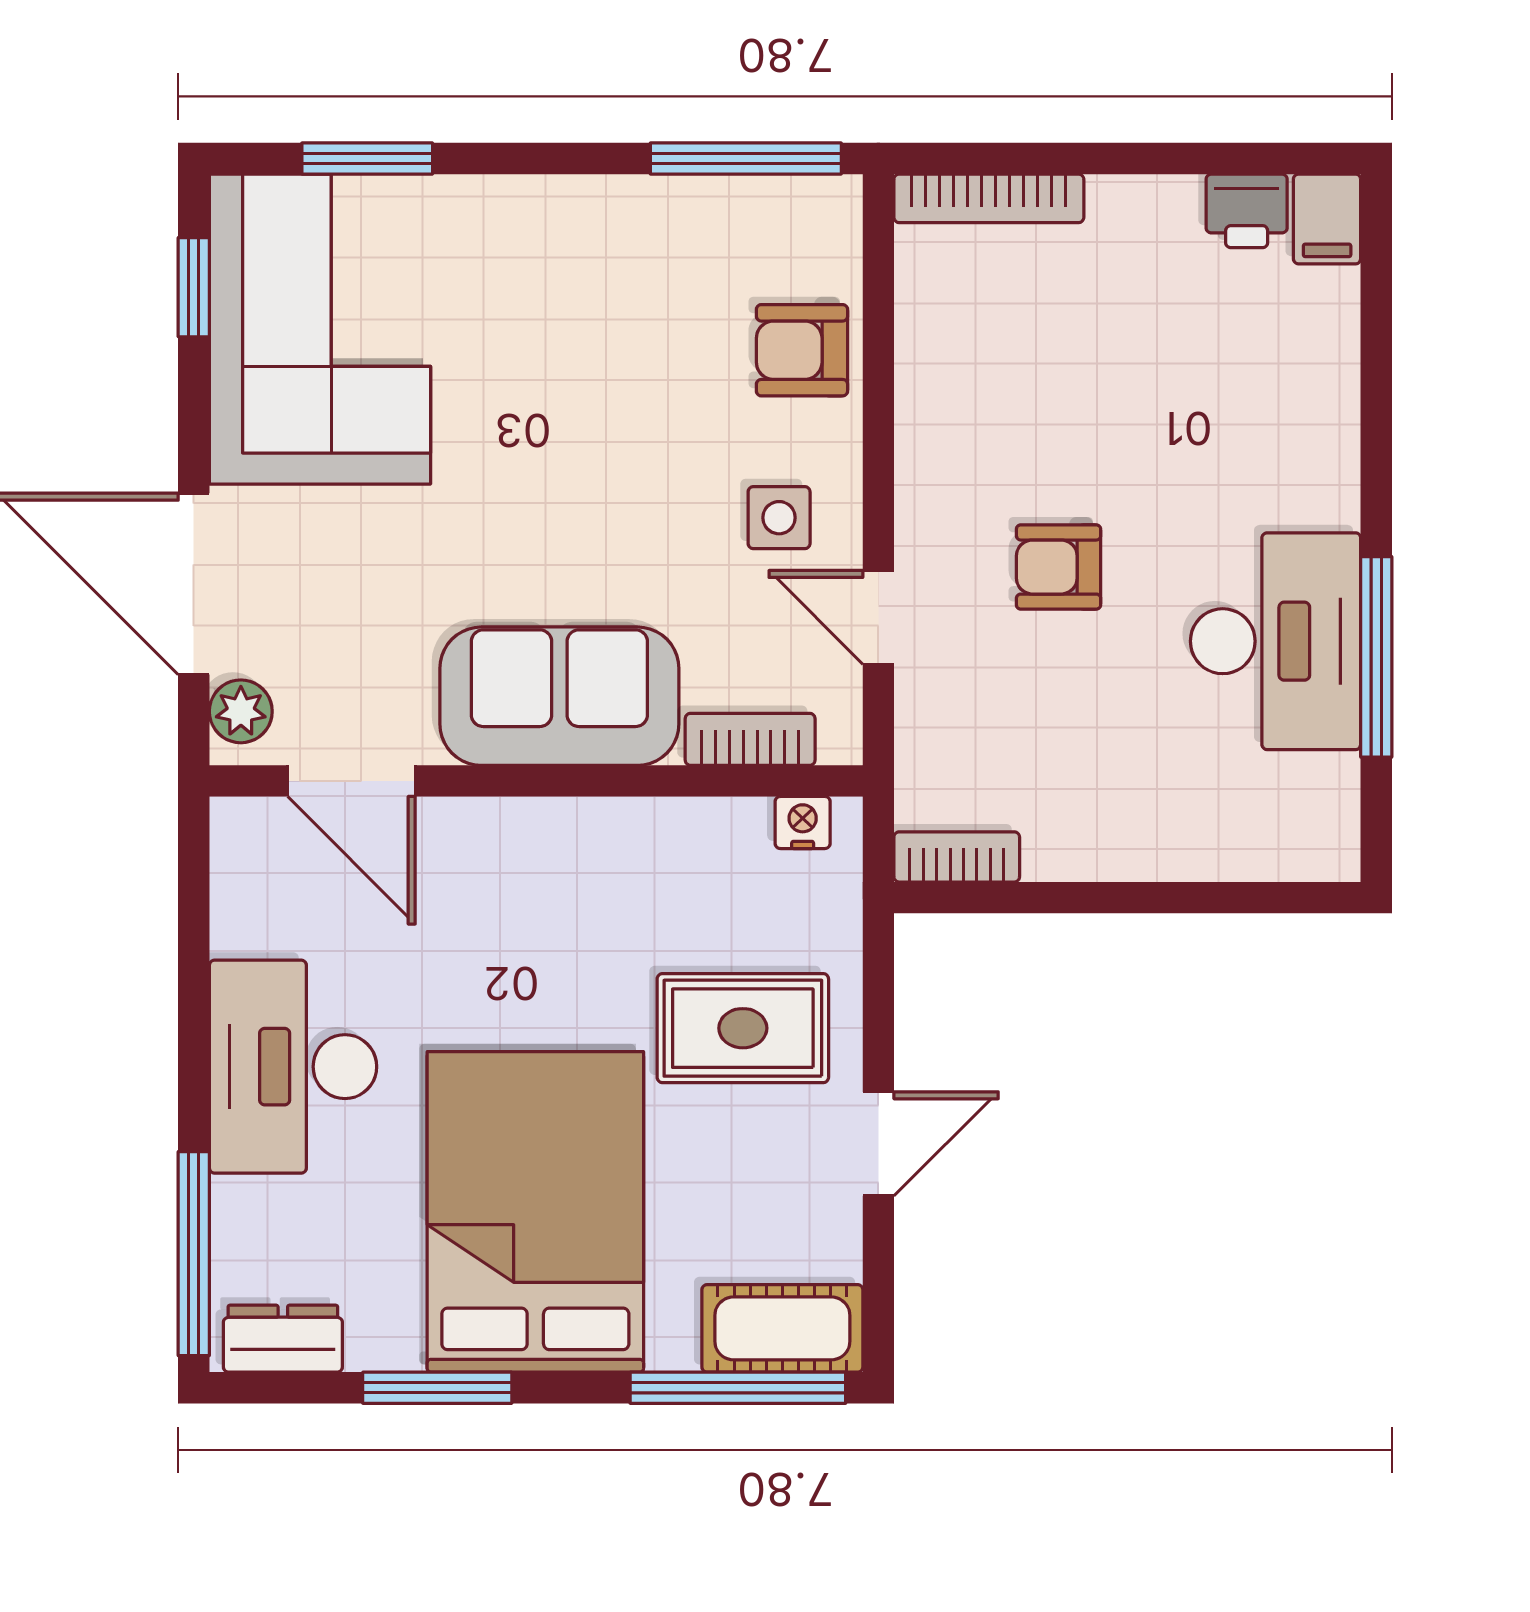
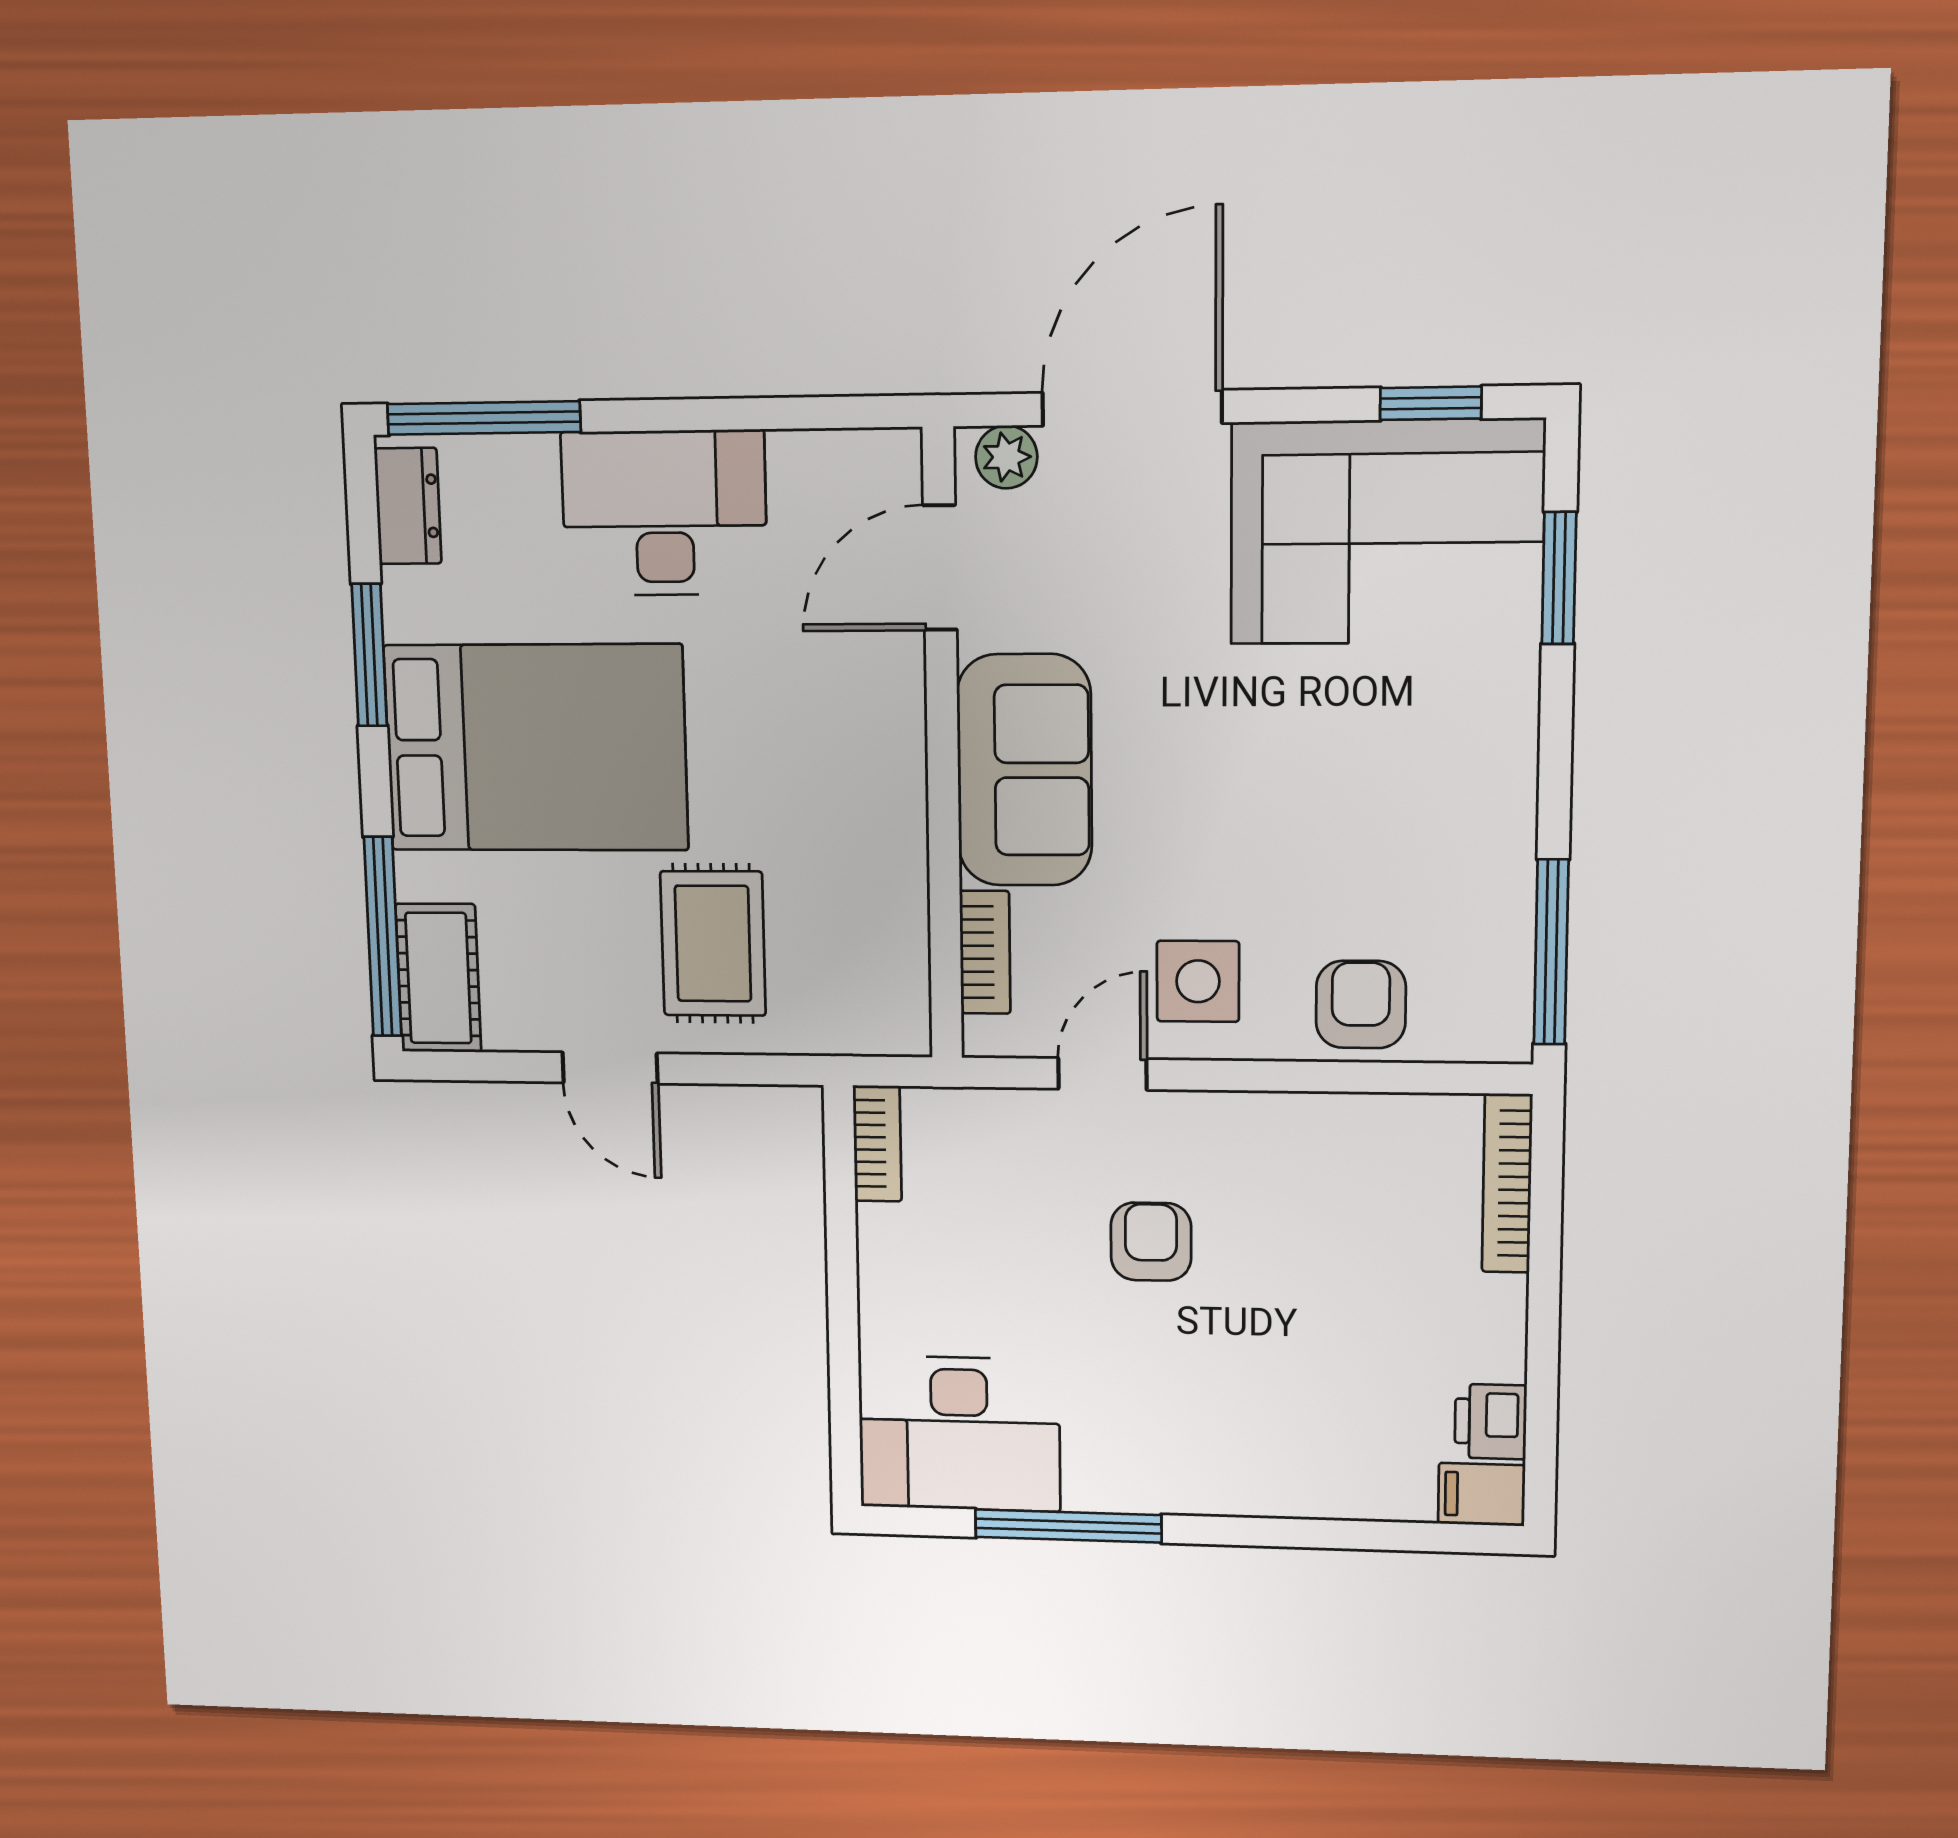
side table: (779, 518) -> (1198, 981), width x1.37, depth x1.37
desk: (1276, 641) -> (959, 1433), moved
nightstand: (803, 822) -> (907, 1001), removed

